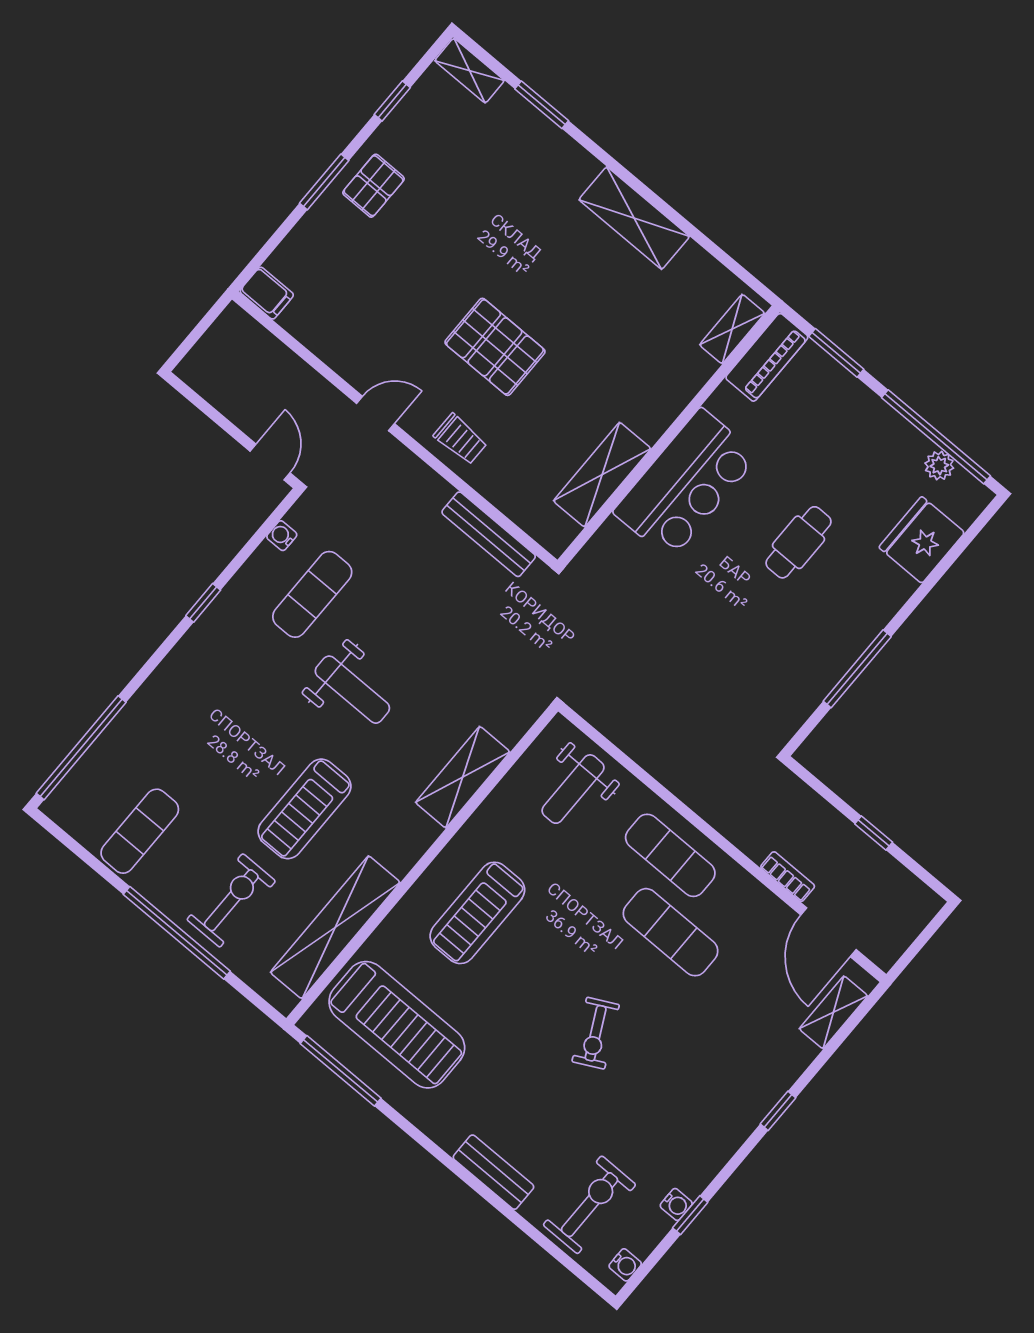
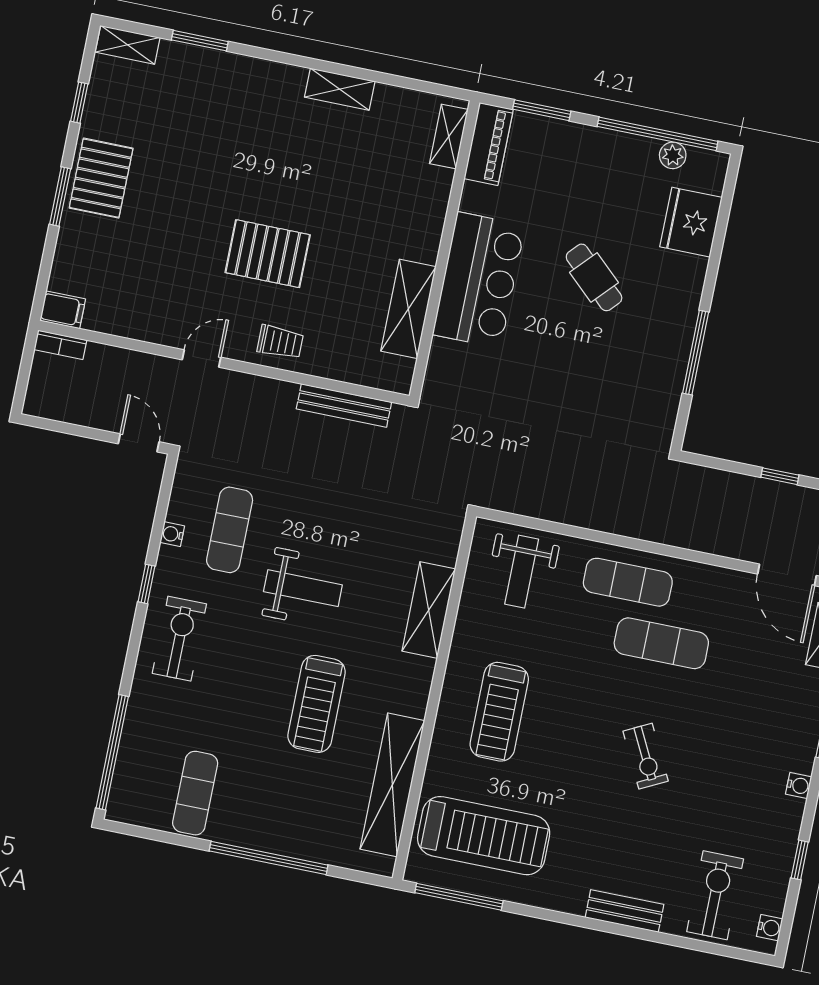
pallet: (373, 186) -> (101, 178), width x1.50, depth x1.42
shelving: (634, 218) -> (340, 89), width x0.67, depth x0.75
water cooler: (282, 536) -> (172, 534), moved
cafe table: (799, 542) -> (594, 277), turned -47
bookcase: (788, 877) -> (60, 345), moved, turned 180
exercise bike: (231, 900) -> (179, 639), moved
water cooler: (676, 1204) -> (799, 785), moved

